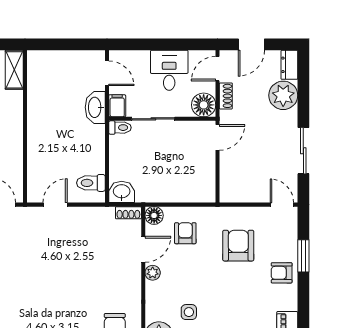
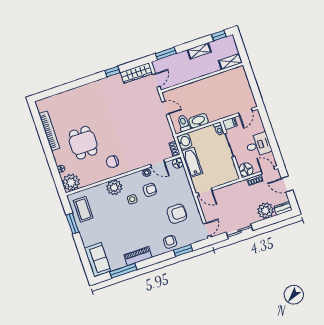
washbasin: (95, 107) -> (199, 121), moved
door: (218, 137) -> (205, 192), moved
bathtub: (161, 191) -> (192, 162), added
armchair: (185, 233) -> (150, 190), moved

